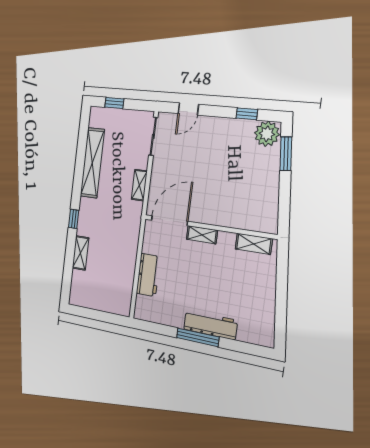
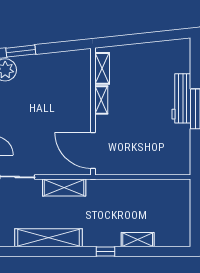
shelving: (139, 185) -> (64, 187), width x1.50, depth x1.33
shelving: (202, 235) -> (101, 100), moved
workbench: (148, 275) -> (147, 165), removed

